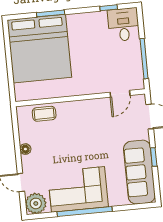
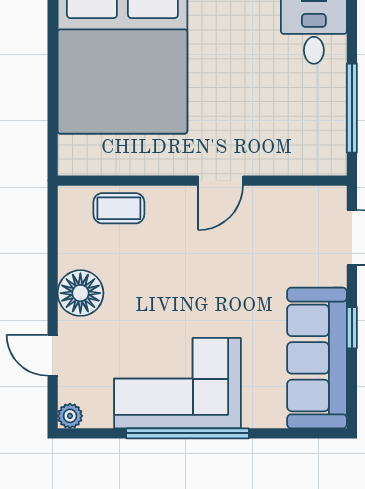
door: (120, 94) -> (221, 181), moved
floor lamp: (25, 149) -> (80, 293), width x1.89, depth x1.89
plant: (36, 203) -> (70, 416), width x0.53, depth x0.53

